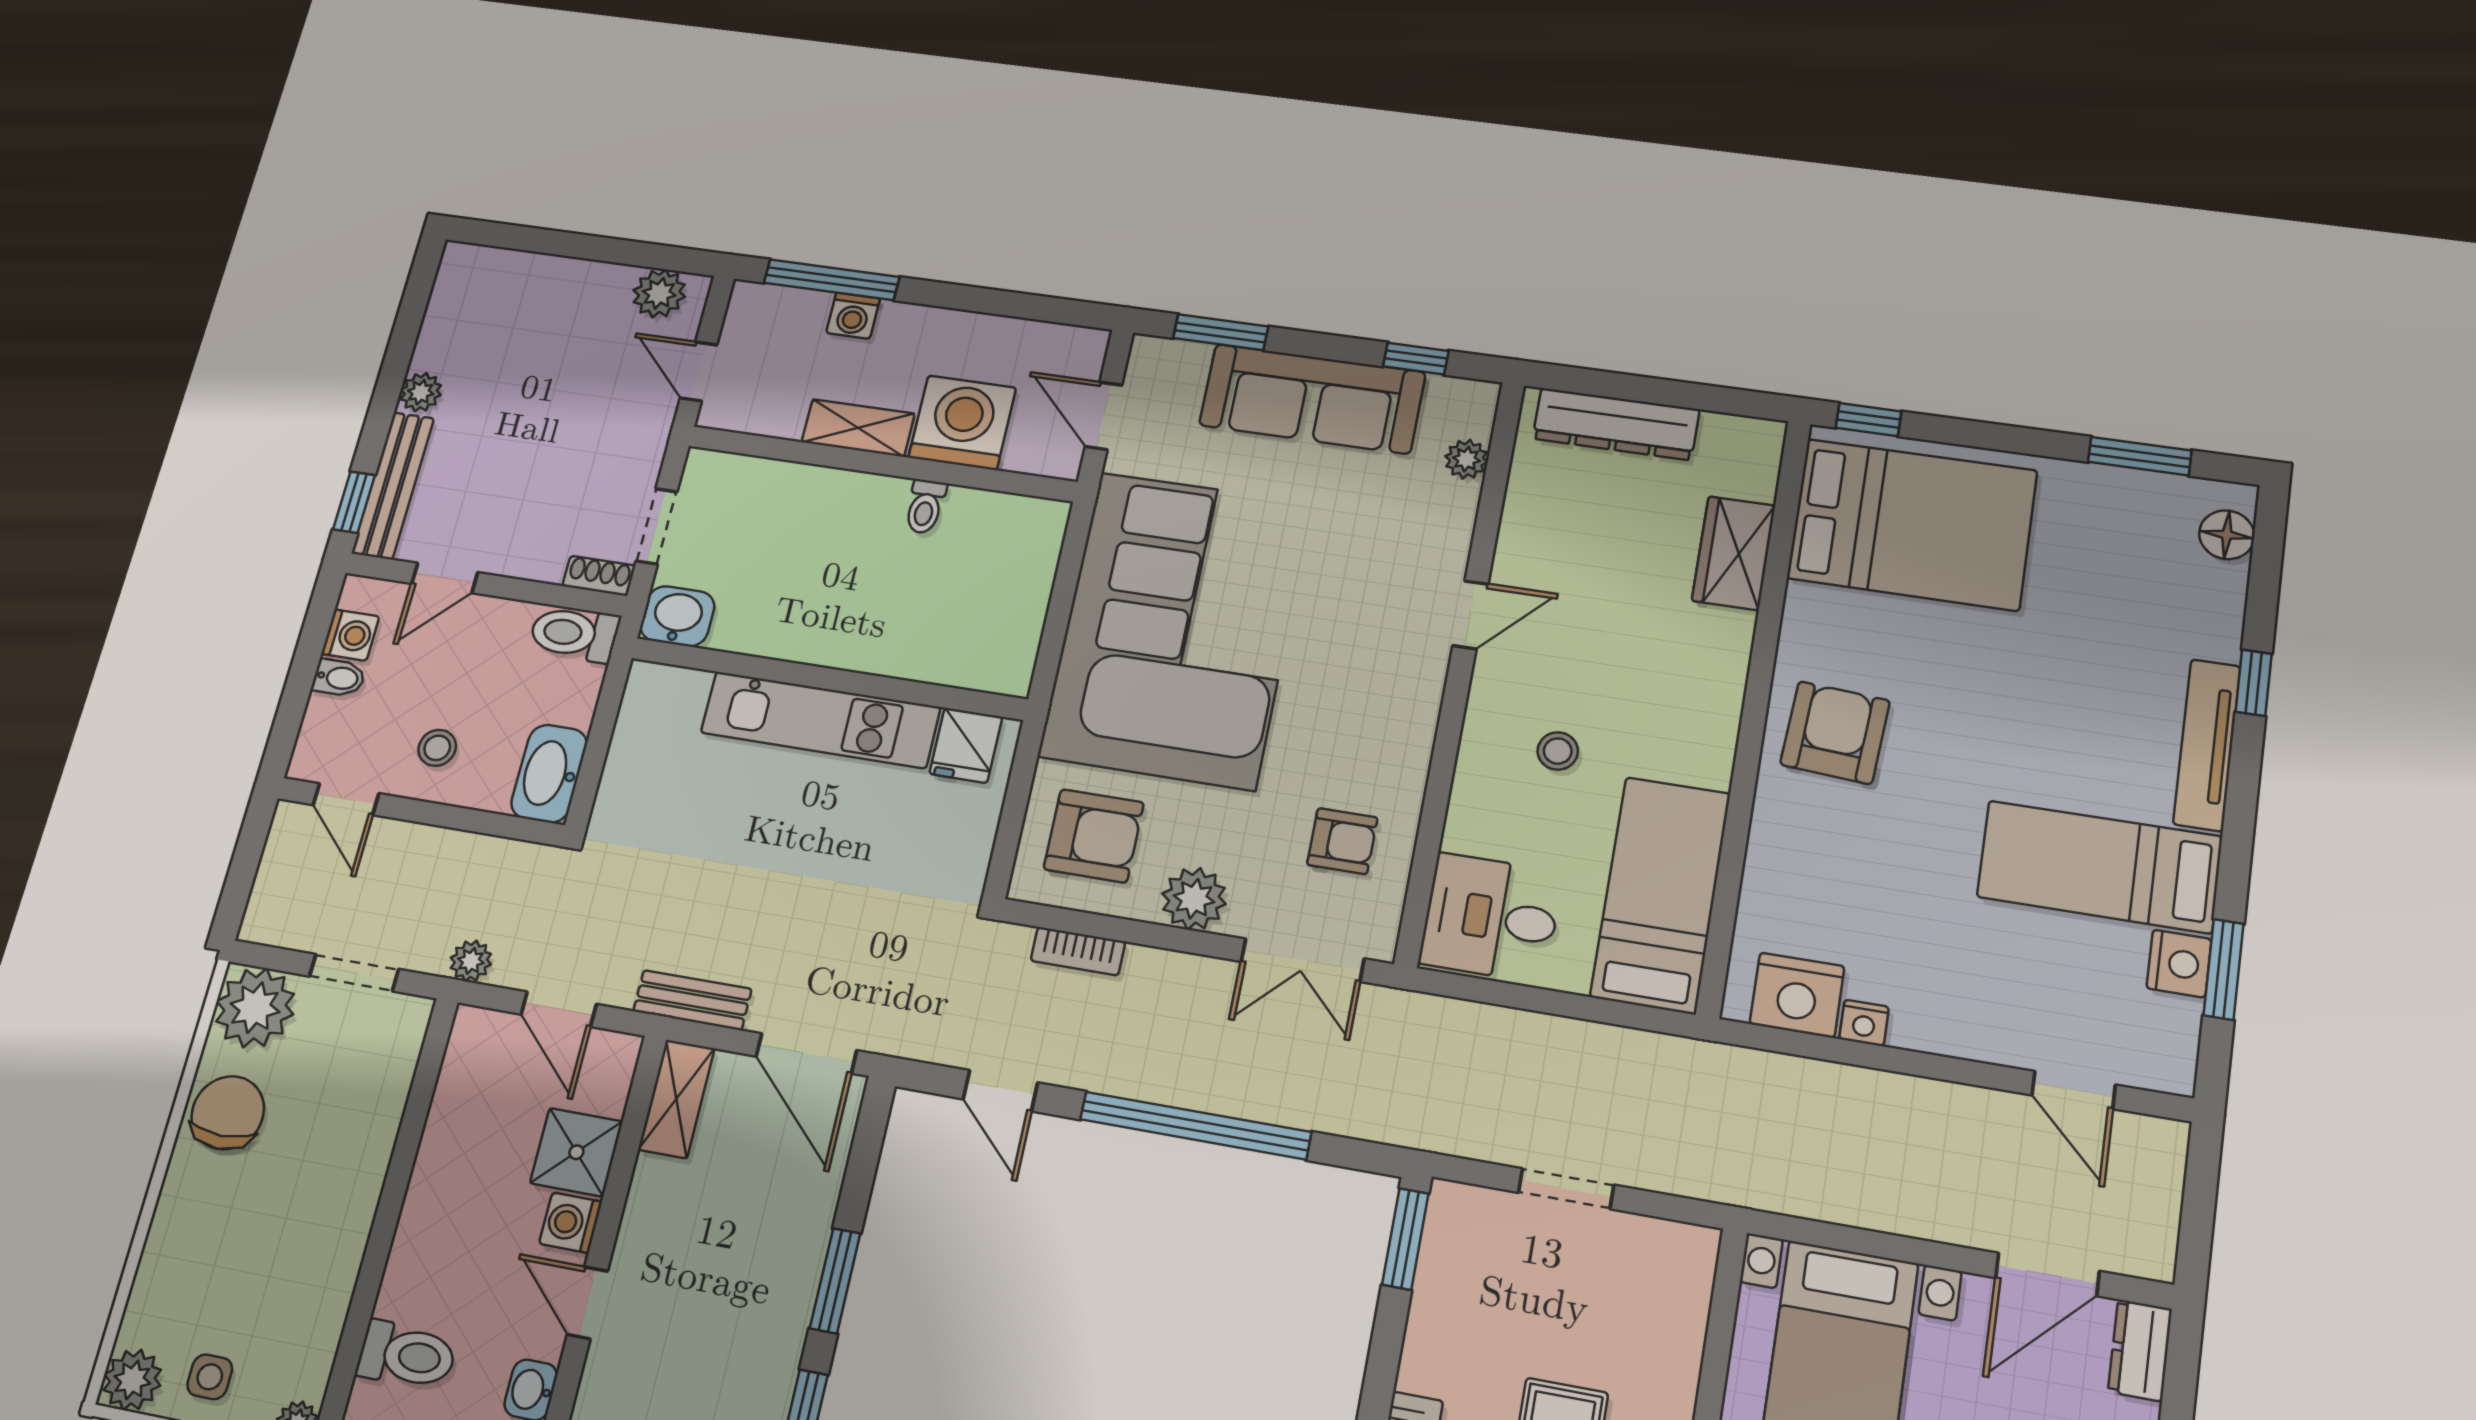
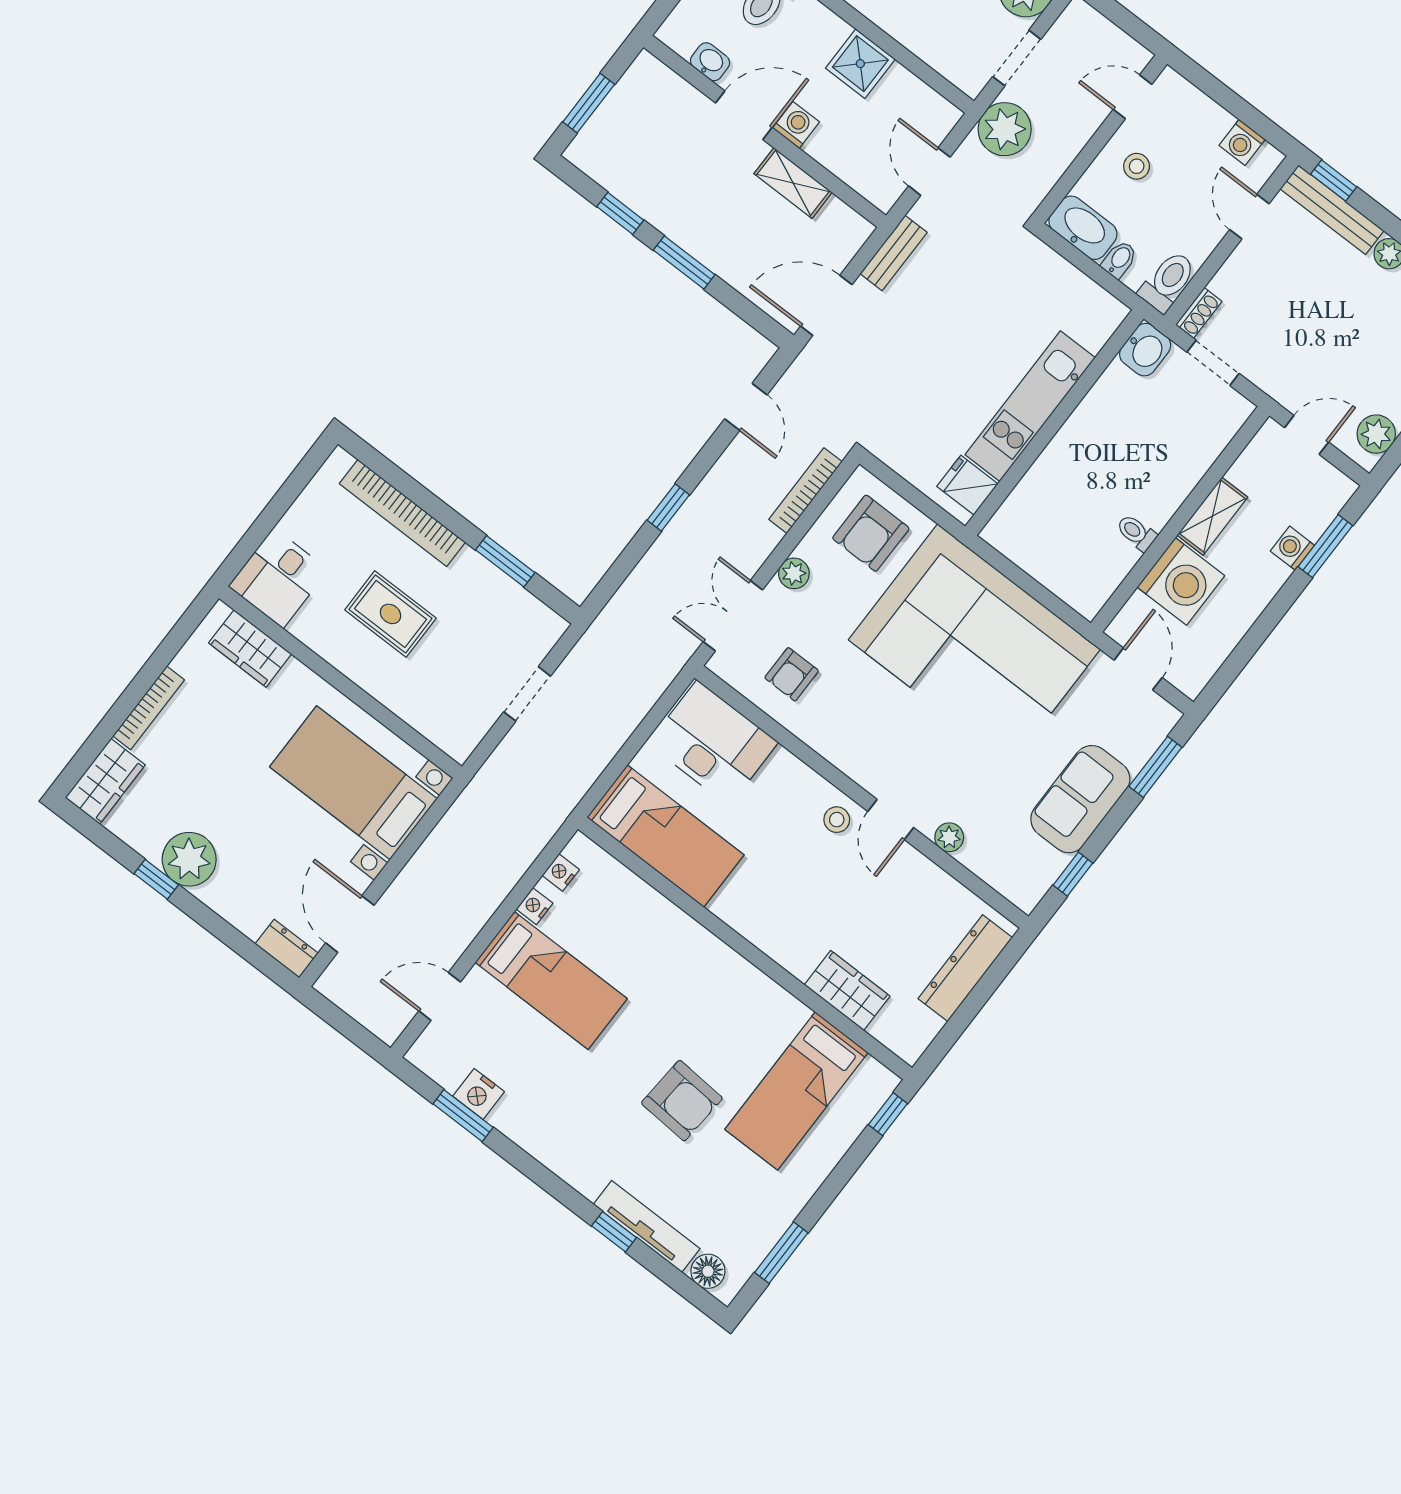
window: (832, 280) -> (1325, 546), width x0.69
sofa: (1312, 399) -> (1080, 799), width x0.73
door: (1104, 416) -> (1138, 669), hinge flipped
plant: (1466, 459) -> (949, 837), moved
bed: (1912, 524) -> (796, 1091), width x0.67
bidet: (339, 678) -> (1119, 259), moved, turned 180
armchair: (1835, 733) -> (682, 1101), moved
tv unit: (2207, 745) -> (647, 1226), moved
stool: (1558, 751) -> (837, 820), moved
bed: (2099, 867) -> (551, 980), moved, turned 90
plant: (1194, 899) -> (794, 573), width x0.73, depth x0.73
desk: (1491, 918) -> (713, 743), width x1.37
bookcase: (1078, 951) -> (806, 491), width x1.56
plant: (471, 961) -> (1005, 129), width x1.87, depth x1.87
nightstand: (1797, 995) -> (561, 873), width x0.53, depth x0.56
door: (559, 1009) -> (929, 172), hinge flipped
door: (1000, 1091) -> (746, 407), swing flipped
shelving: (676, 1099) -> (793, 183), moved
window: (1195, 1126) -> (668, 508), width x0.32
shower: (576, 1152) -> (860, 64), moved
window: (1405, 1239) -> (505, 561), moved
door: (587, 1303) -> (744, 115), width x1.38

